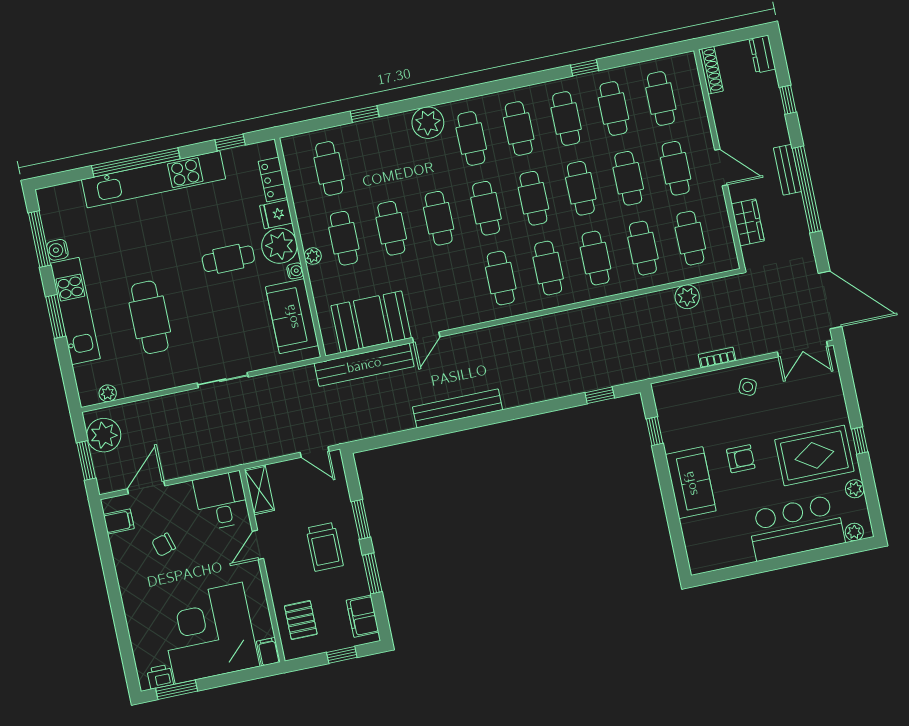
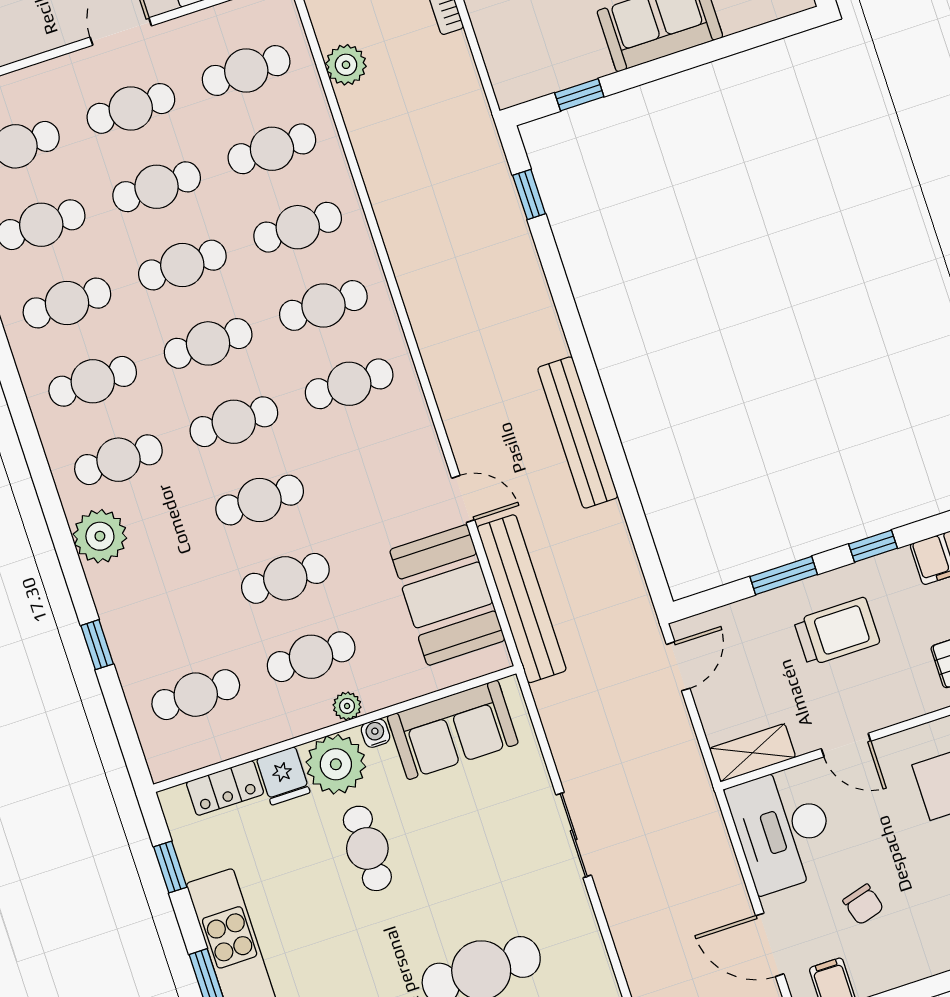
desk: (221, 501) -> (783, 829), width x1.37
window: (372, 573) -> (873, 546), width x0.67

